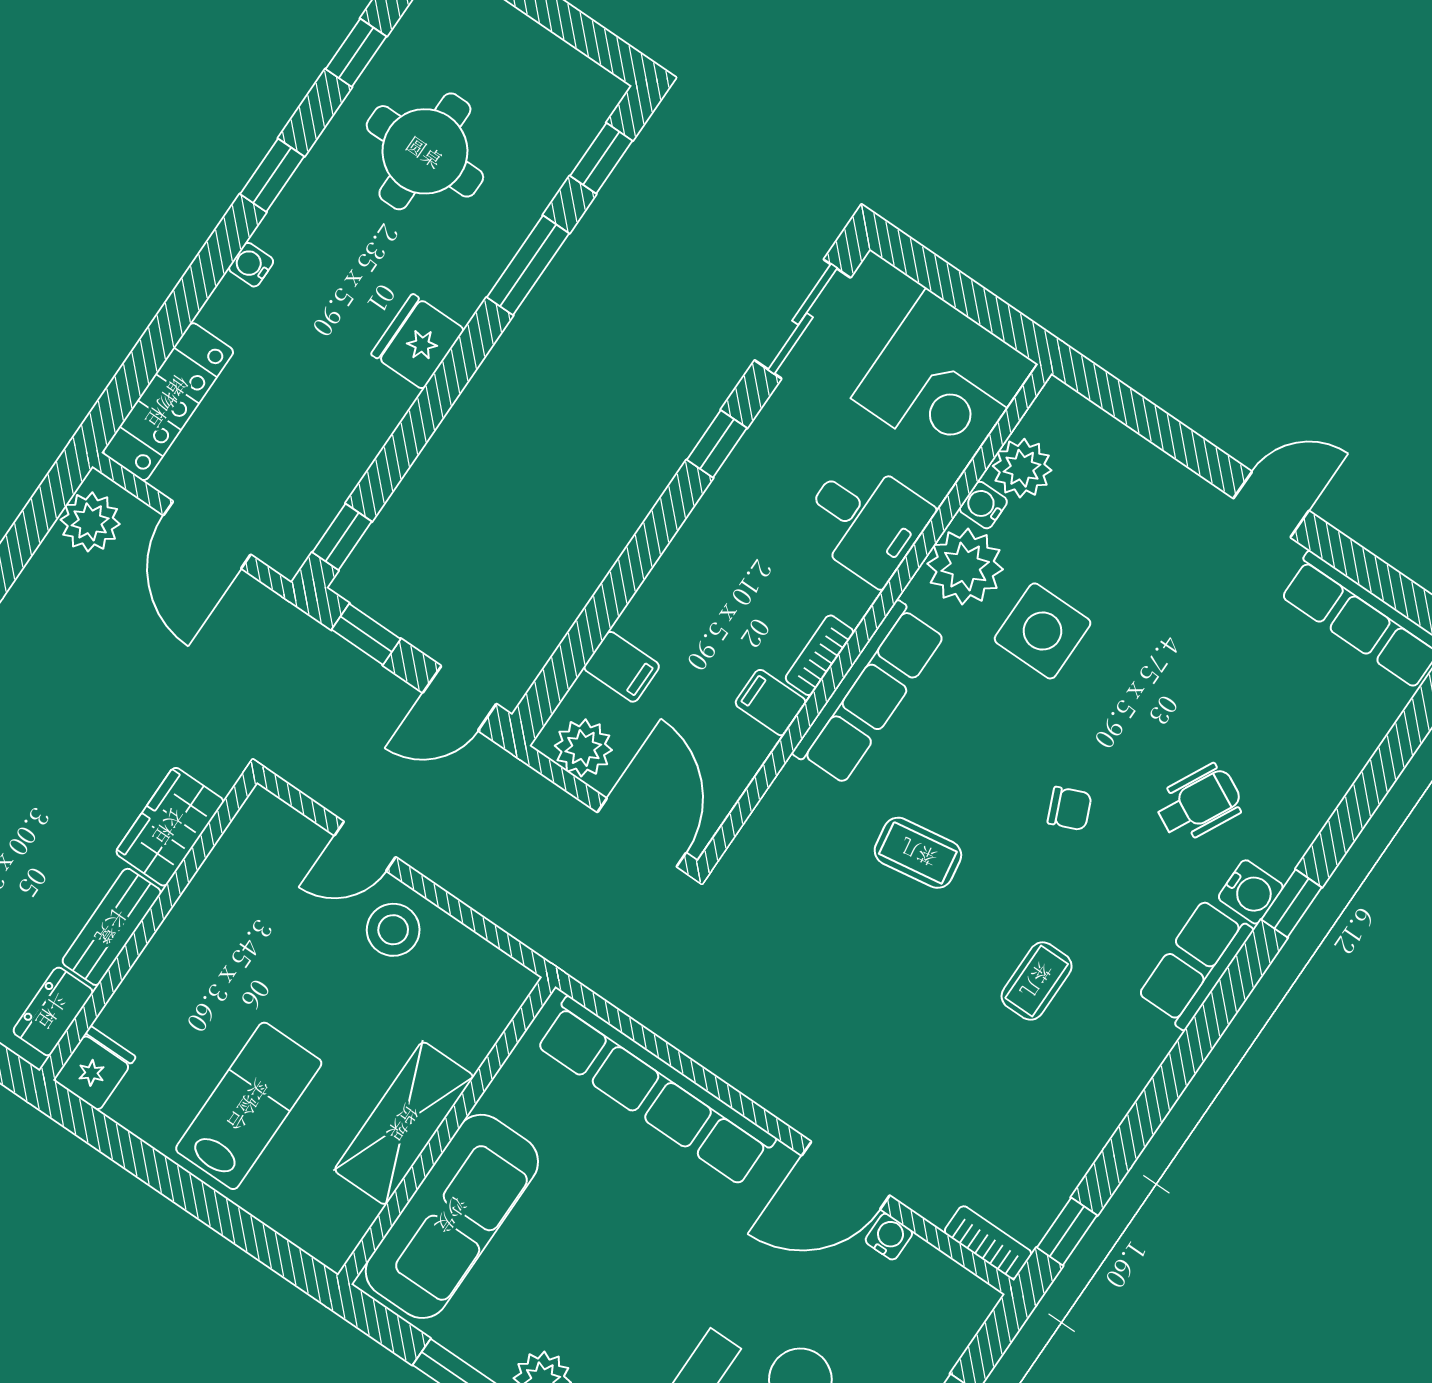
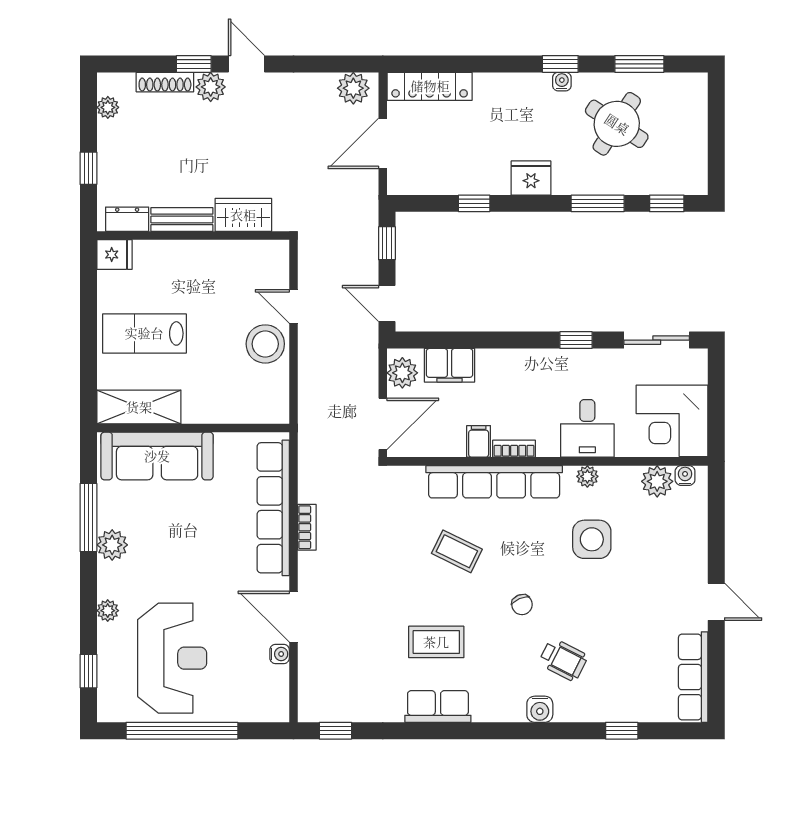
window: (356, 53) -> (639, 64), width x1.50
round table: (425, 151) -> (617, 124), turned 33
water cooler: (251, 265) -> (562, 82), moved
water cooler: (983, 505) -> (685, 475), moved
window: (342, 537) -> (474, 203), moved
plant: (965, 566) -> (587, 476), width x0.53, depth x0.53
filing cabinet: (622, 667) -> (449, 365), width x2.00
row of seats: (869, 693) -> (494, 482), width x1.36
coffee table: (918, 853) -> (457, 551), turned -55
window: (1292, 903) -> (622, 731), moved
stool: (393, 930) -> (265, 344), width x1.38, depth x1.38
row of seats: (1195, 964) -> (438, 706), moved
coffee table: (1037, 981) -> (436, 642), width x1.36, depth x1.30
lab bench: (249, 1106) -> (144, 333), turned 180
shelving: (404, 1123) -> (139, 407), moved
bookcase: (988, 1242) -> (307, 527), moved

